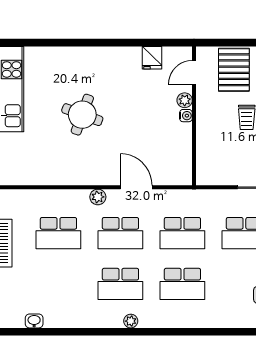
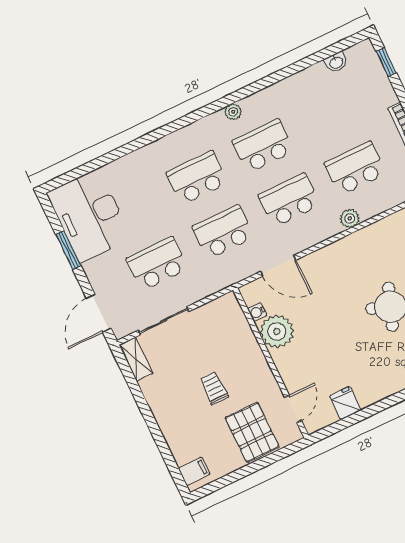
plant: (185, 100) -> (277, 331), moved, width x1.87, depth x1.87
water cooler: (186, 116) -> (257, 312), moved
door: (136, 187) -> (278, 266), moved
plant: (98, 197) -> (350, 218), moved

